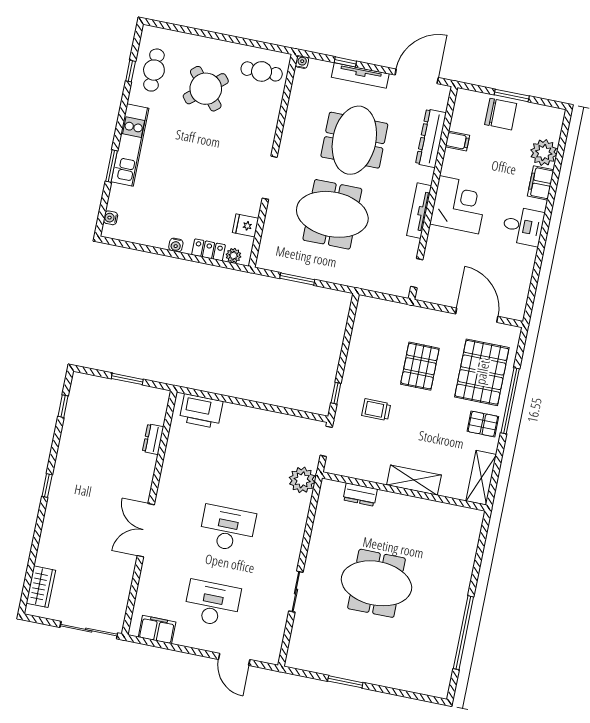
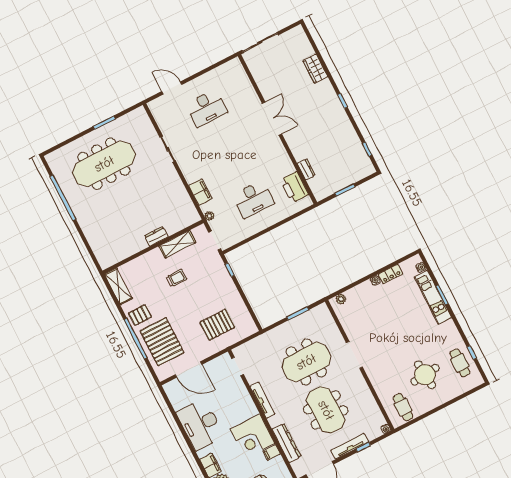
cafe table: (262, 71) -> (403, 407), turned 90
round table: (206, 89) -> (425, 375), turned 34
kitchen unit: (130, 145) -> (433, 297), moved
corner desk: (459, 205) -> (253, 436), moved
fridge: (246, 225) -> (347, 320), removed
desk: (523, 226) -> (200, 424), width x1.87, depth x1.30
locker: (209, 250) -> (390, 274), moved
pallet: (420, 366) -> (217, 325), moved, turned 90
trolley: (376, 410) -> (176, 278), moved
printer: (201, 411) -> (294, 187), moved, turned -90
plant: (302, 480) -> (209, 216), width x0.53, depth x0.53
shelving: (414, 480) -> (177, 244), moved
dresser: (360, 494) -> (156, 236), moved
desk: (227, 529) -> (253, 199), moved
meeting table: (376, 583) -> (104, 164), moved, width x1.36
wardrobe: (41, 587) -> (315, 69), moved
filing cabinet: (157, 630) -> (200, 192), moved, turned -90

